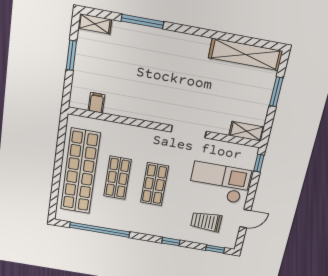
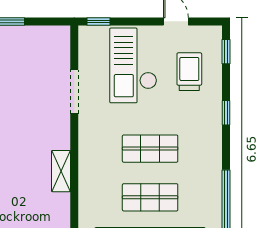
shelving: (247, 131) -> (61, 171), moved
doorway: (189, 132) -> (74, 92), moved
trolley: (206, 222) -> (189, 72), turned 180

